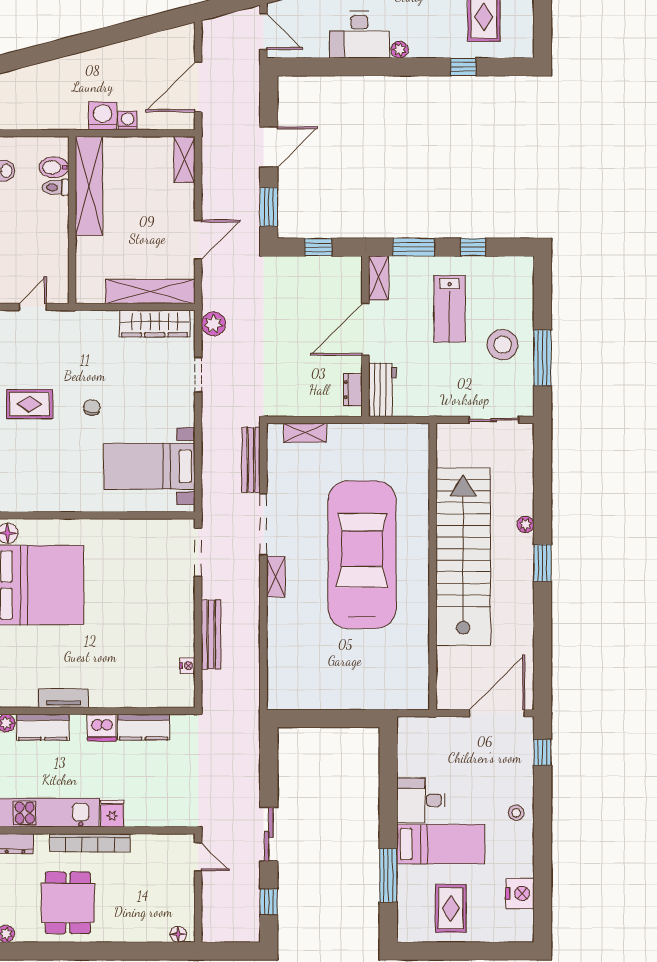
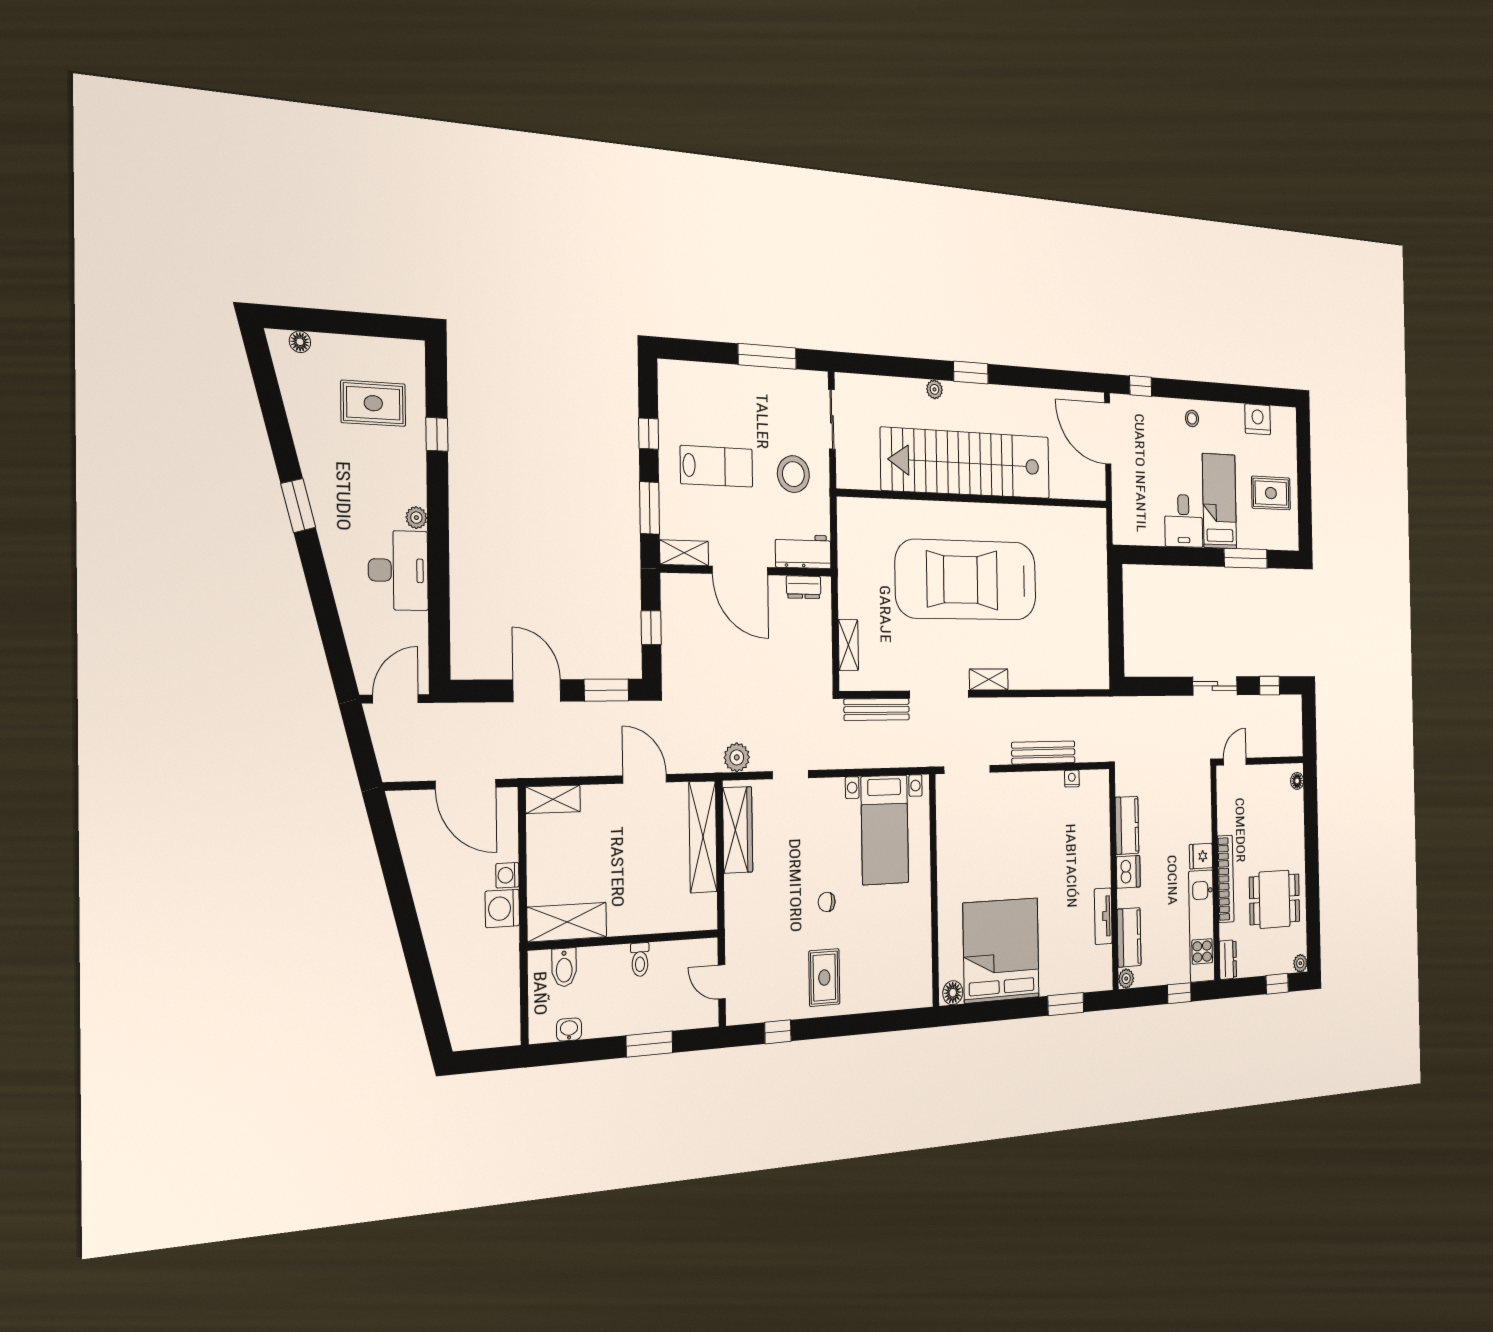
shelving: (89, 186) -> (567, 922), width x0.68
toilet: (56, 187) -> (640, 960), moved
stool: (503, 345) -> (793, 474), moved

